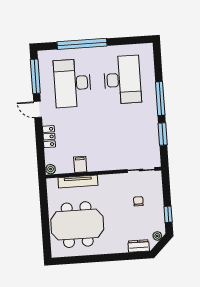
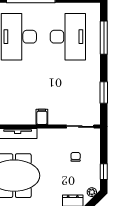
window: (160, 99) -> (104, 38), moved
filing cabinet: (80, 164) -> (42, 117), moved

